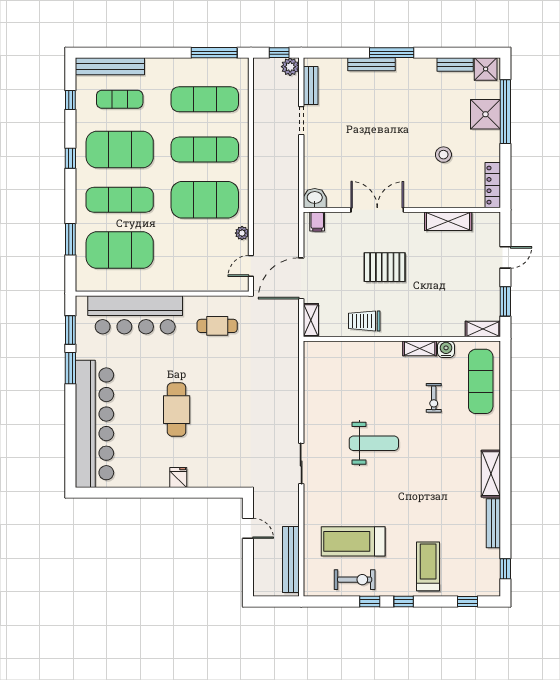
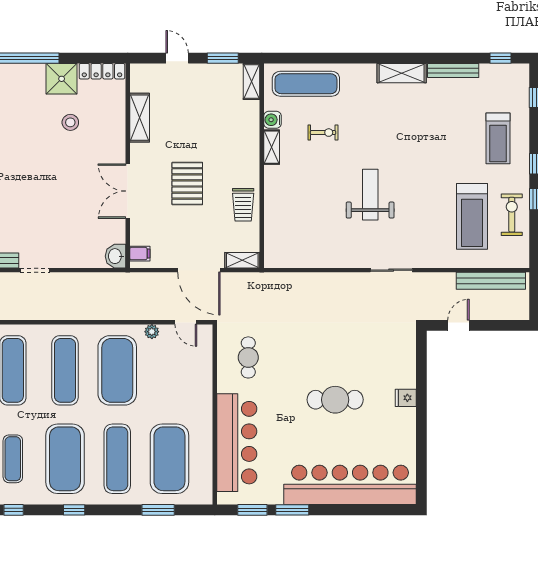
shower: (485, 114) -> (62, 79), moved
treadmill: (428, 566) -> (498, 138), turned -90

